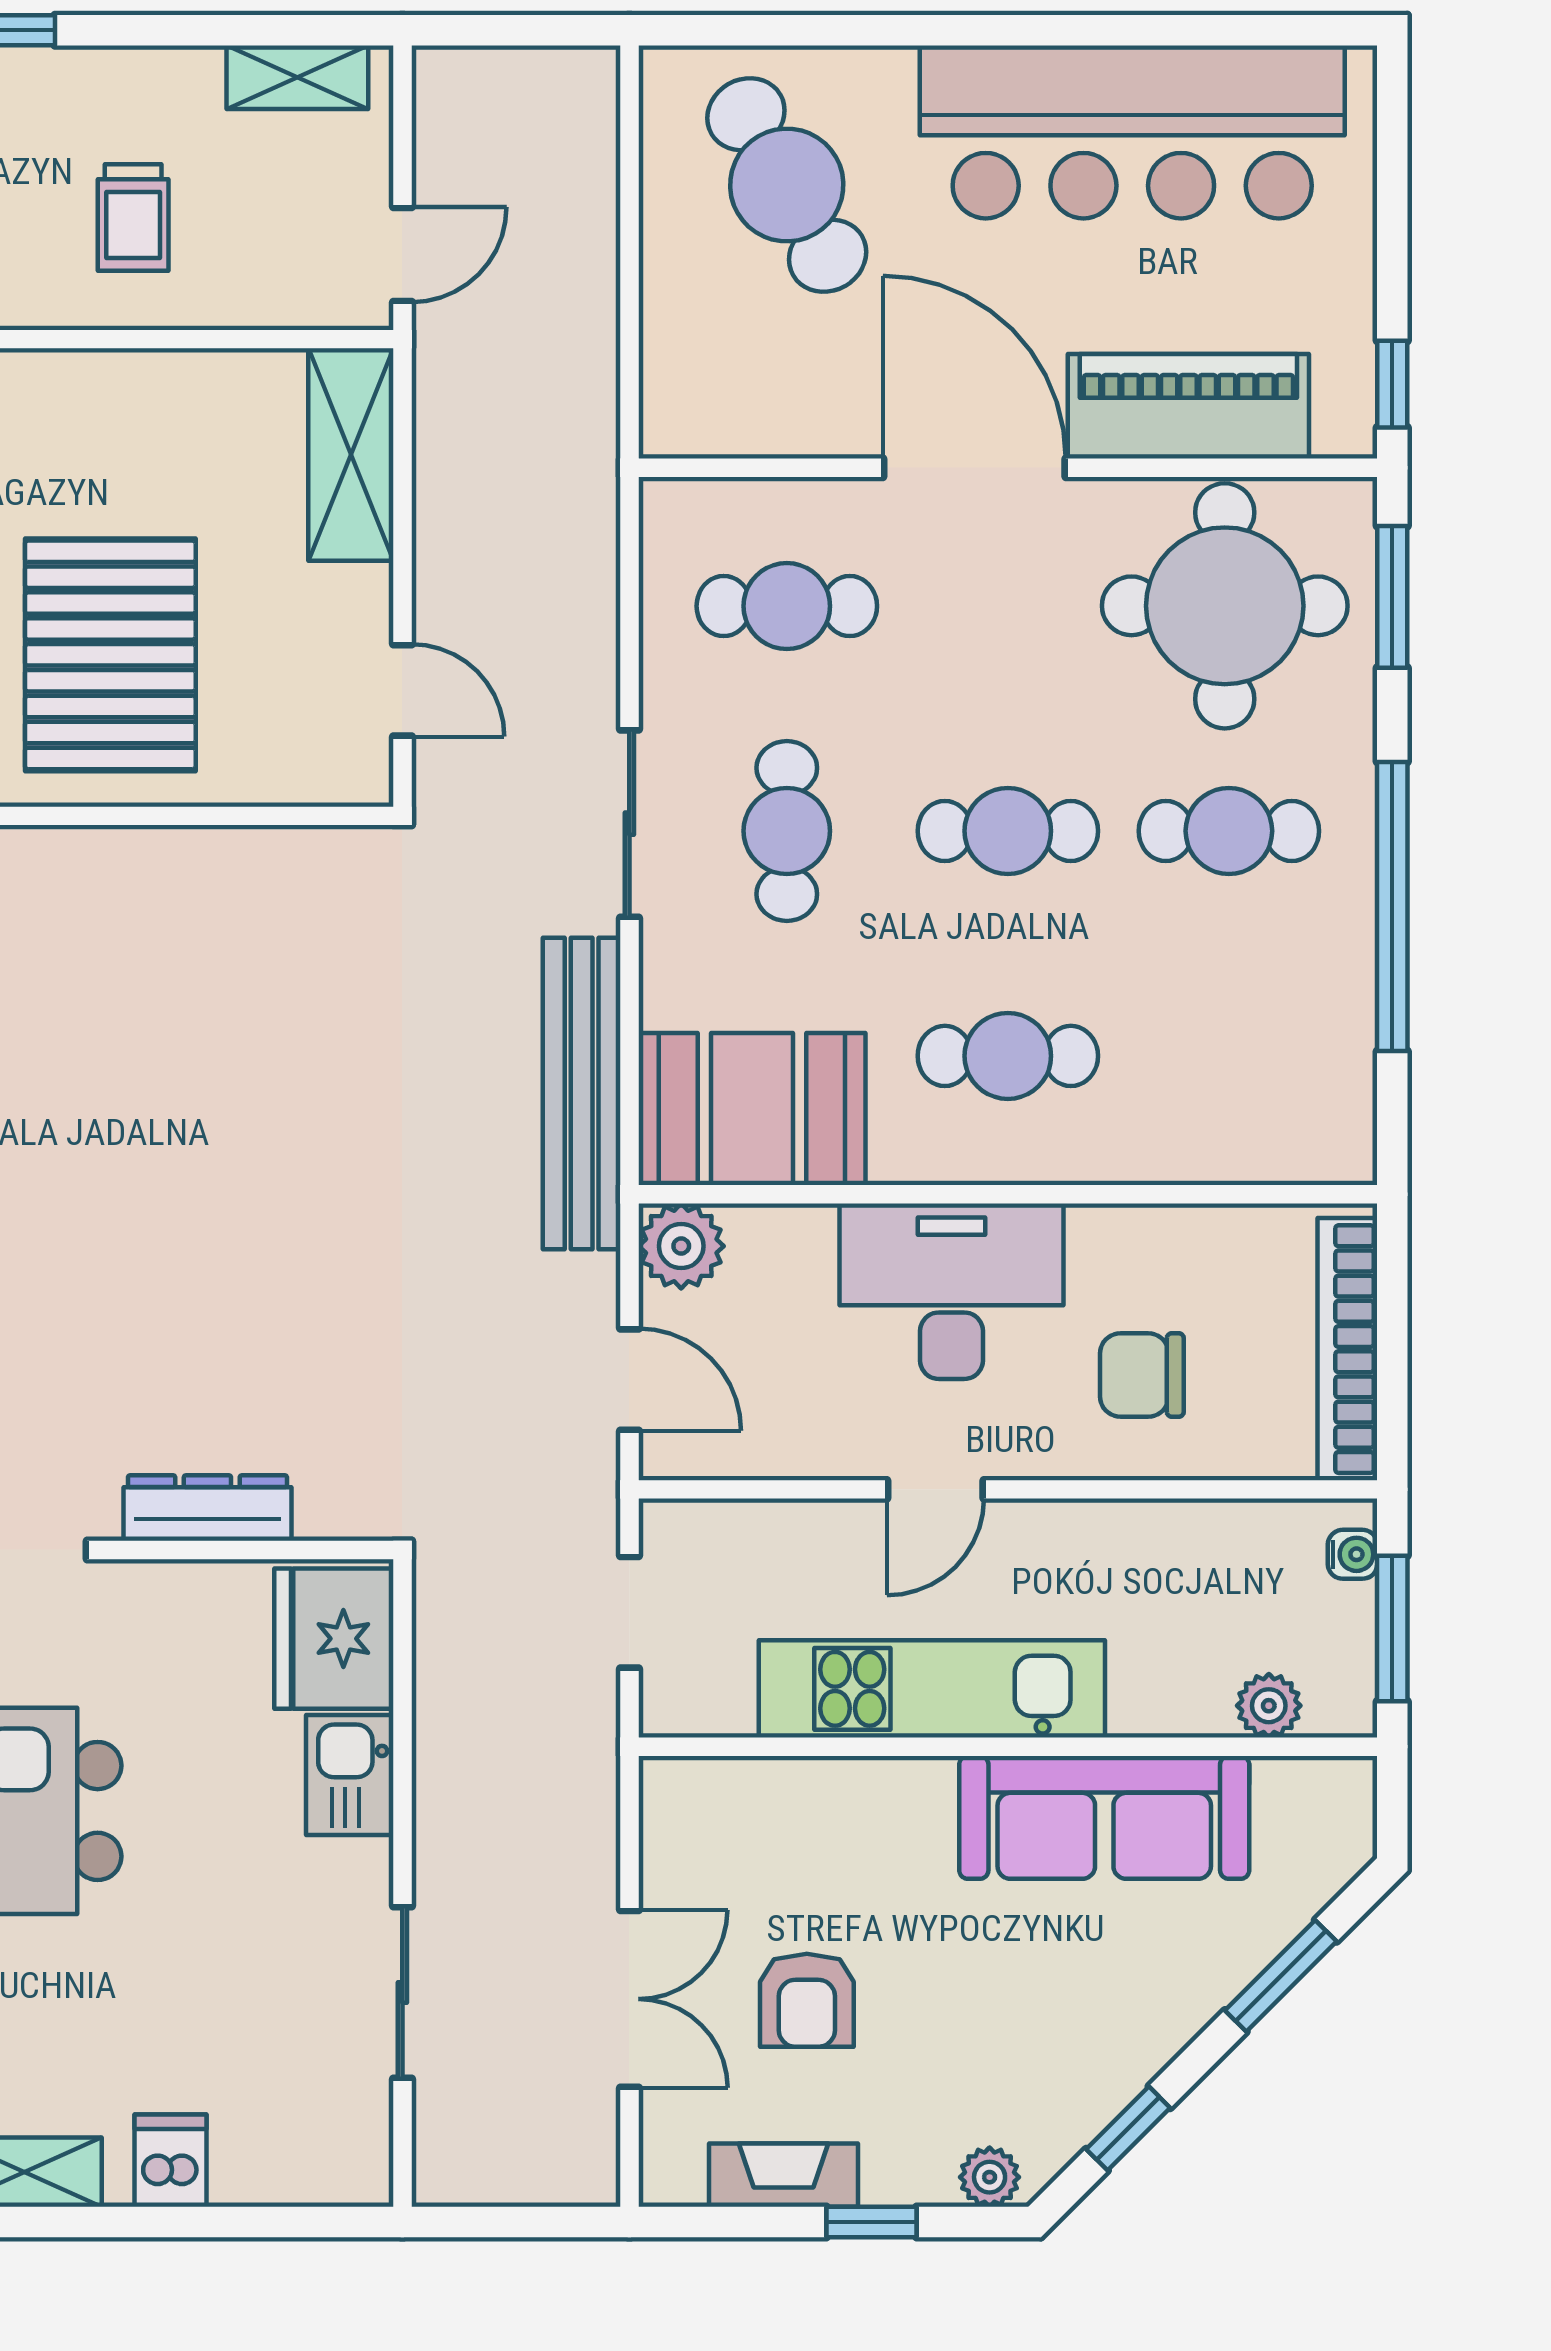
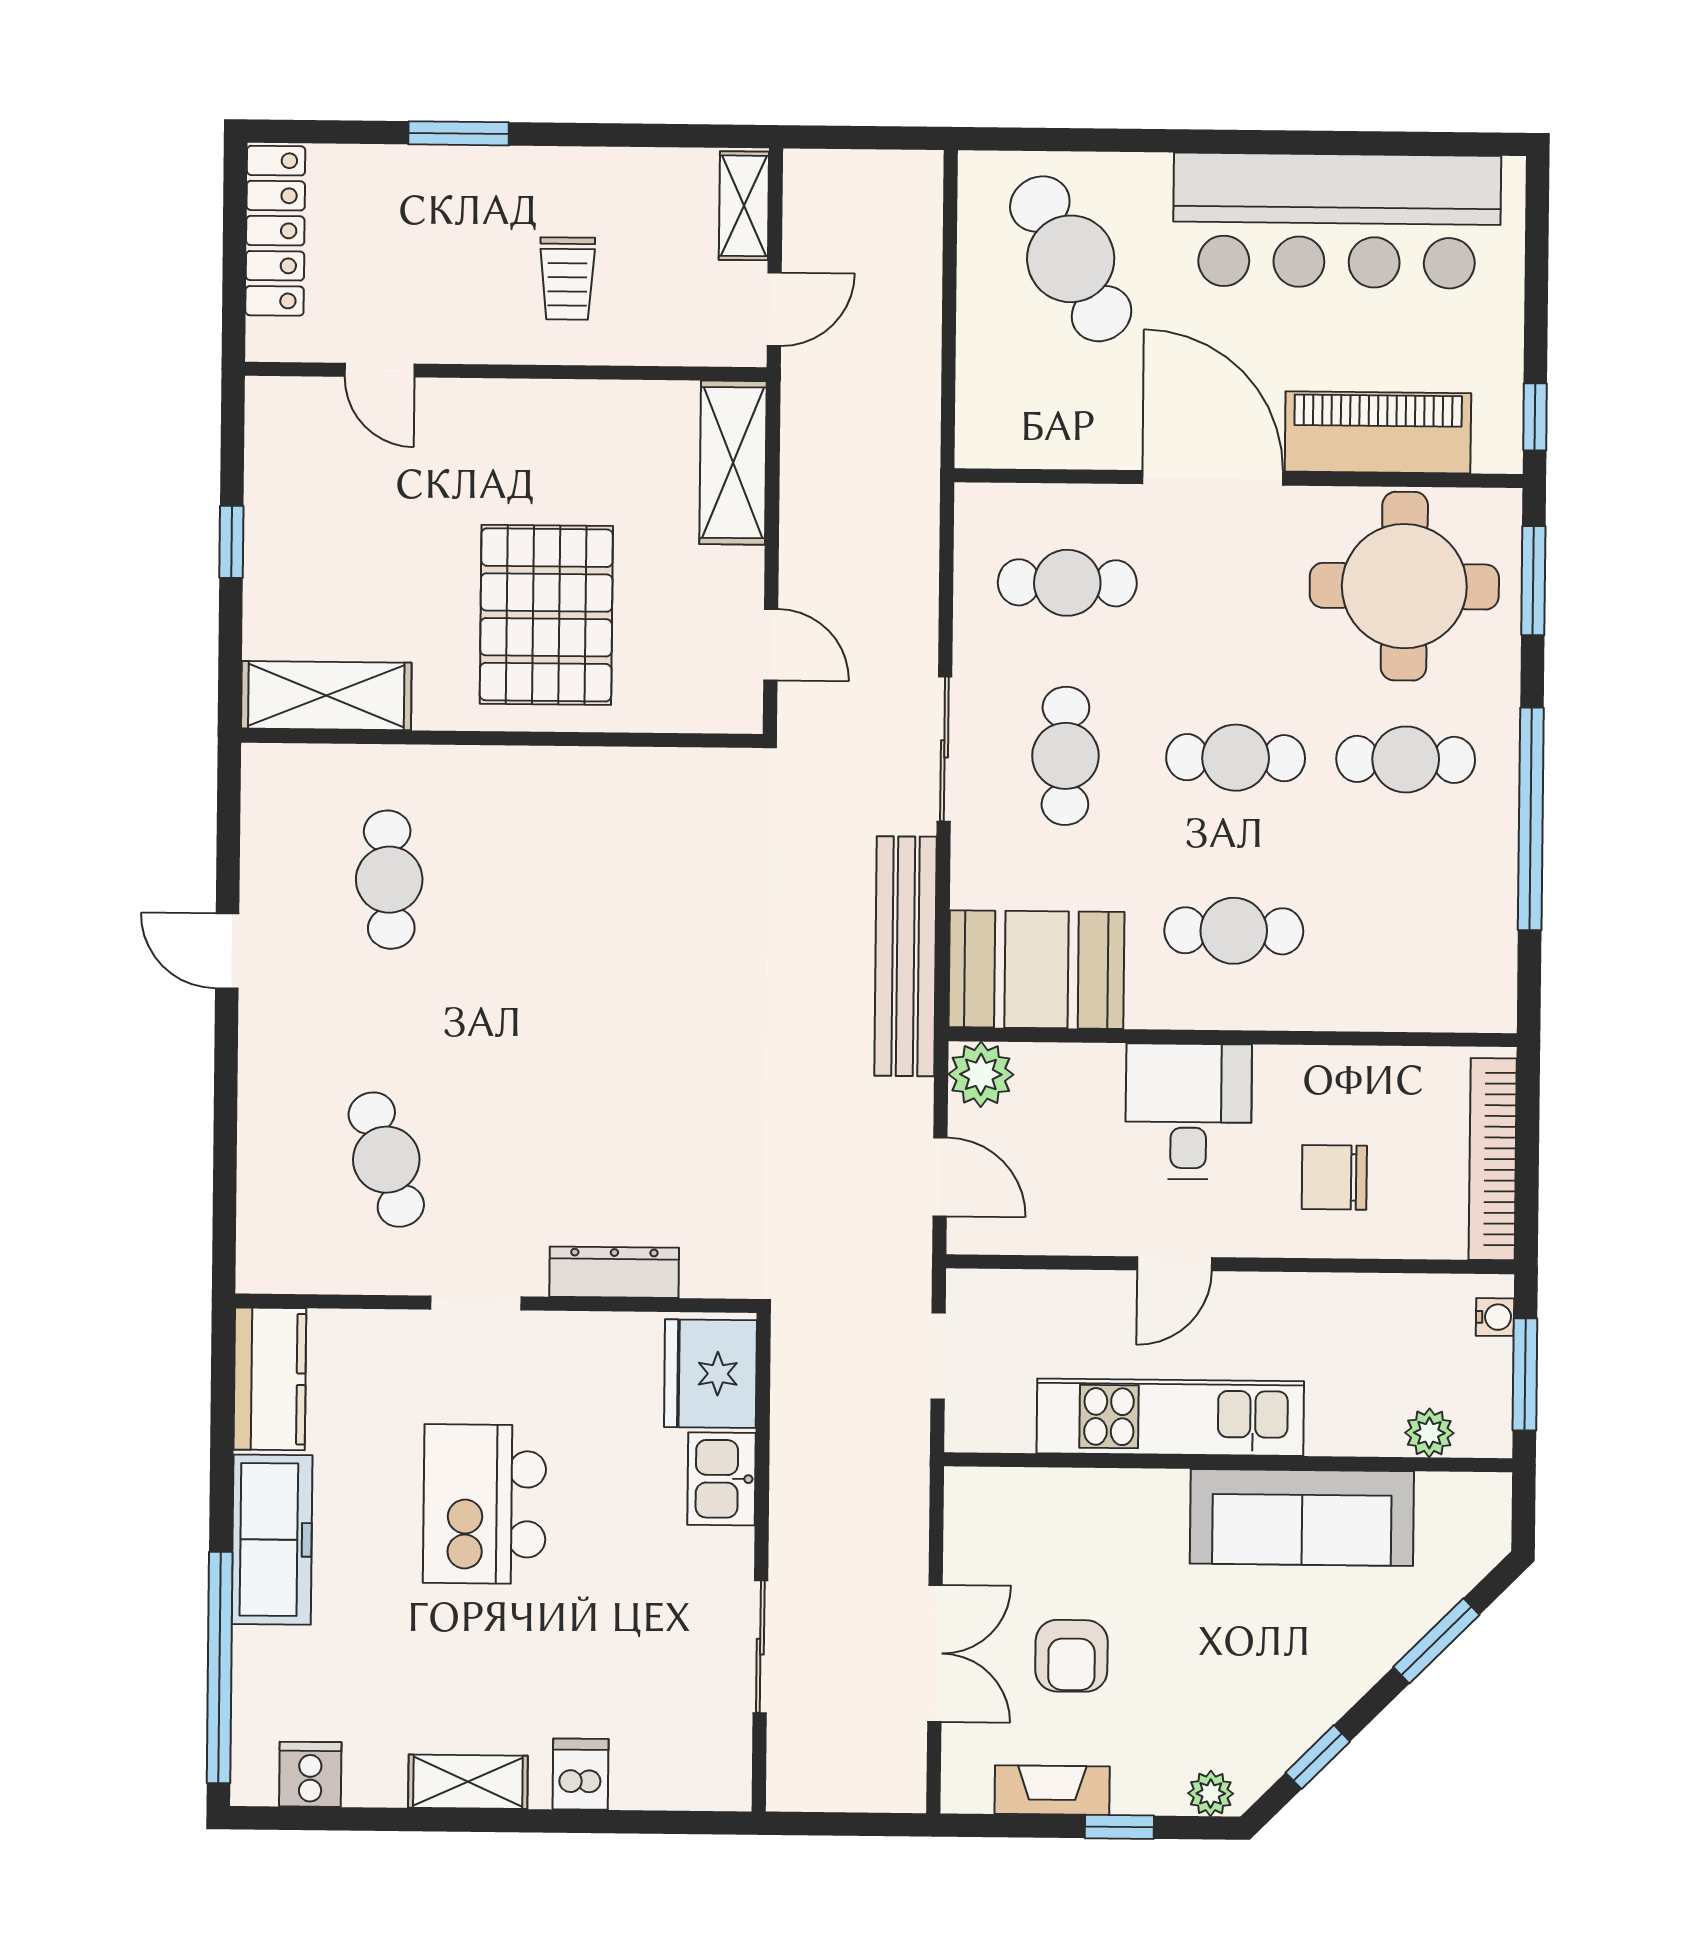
shelving: (297, 77) -> (744, 206), moved, turned 90
desk: (952, 1291) -> (1189, 1111), width x0.73

